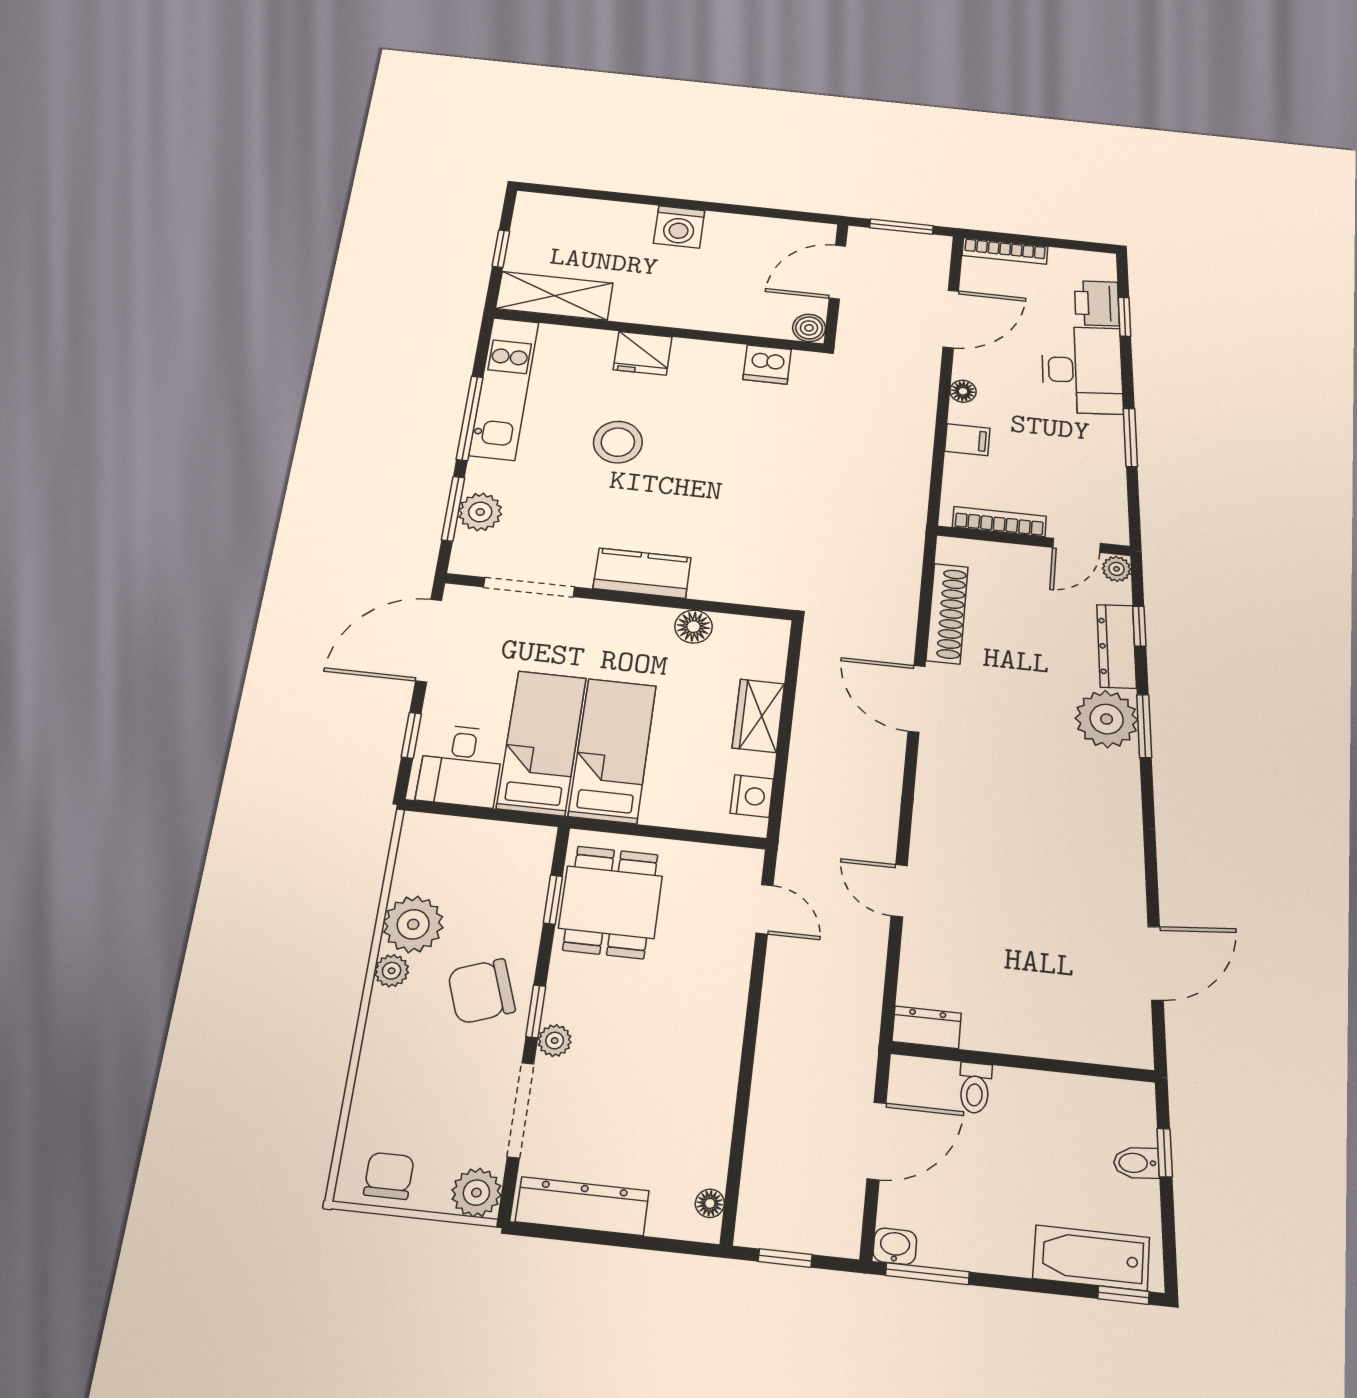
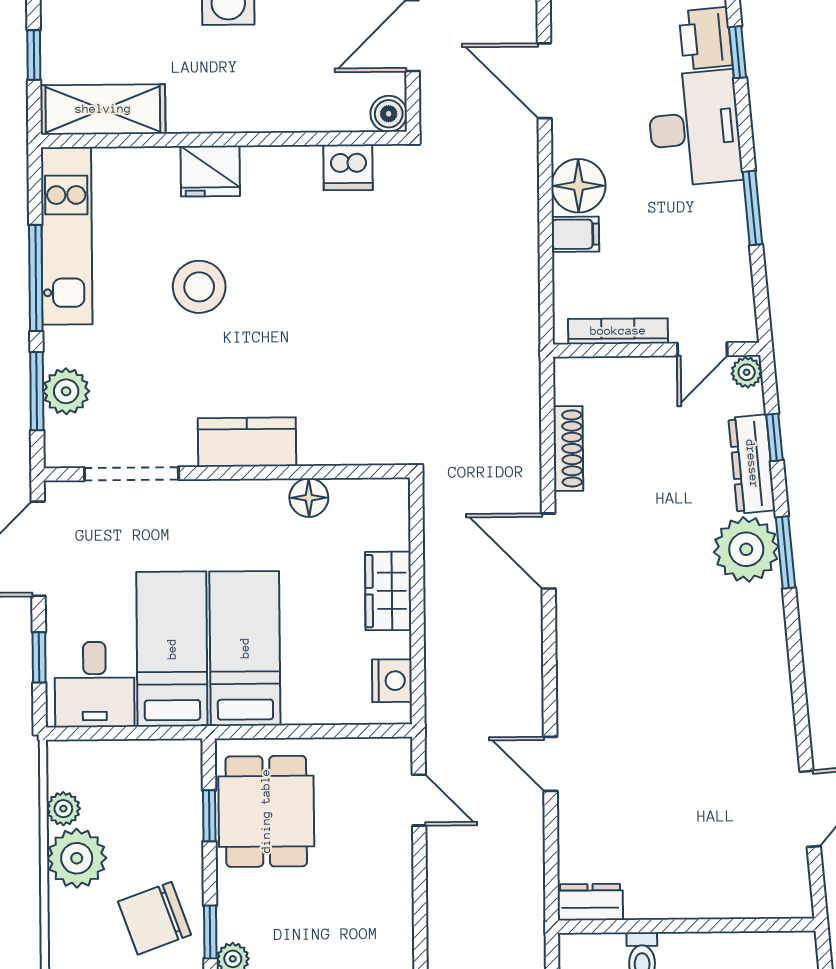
door: (951, 319) -> (544, 81), swing flipped
floor lamp: (963, 391) -> (578, 186), width x1.89, depth x1.89
shoe rack: (947, 614) -> (568, 449), width x0.74, depth x0.81
plant: (392, 971) -> (63, 809), moved

